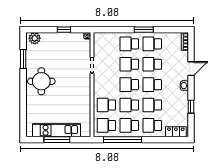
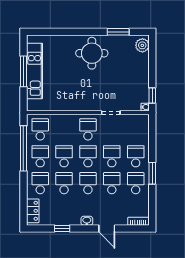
window: (64, 30) -> (152, 95), moved
school desk: (106, 105) -> (88, 129), moved

